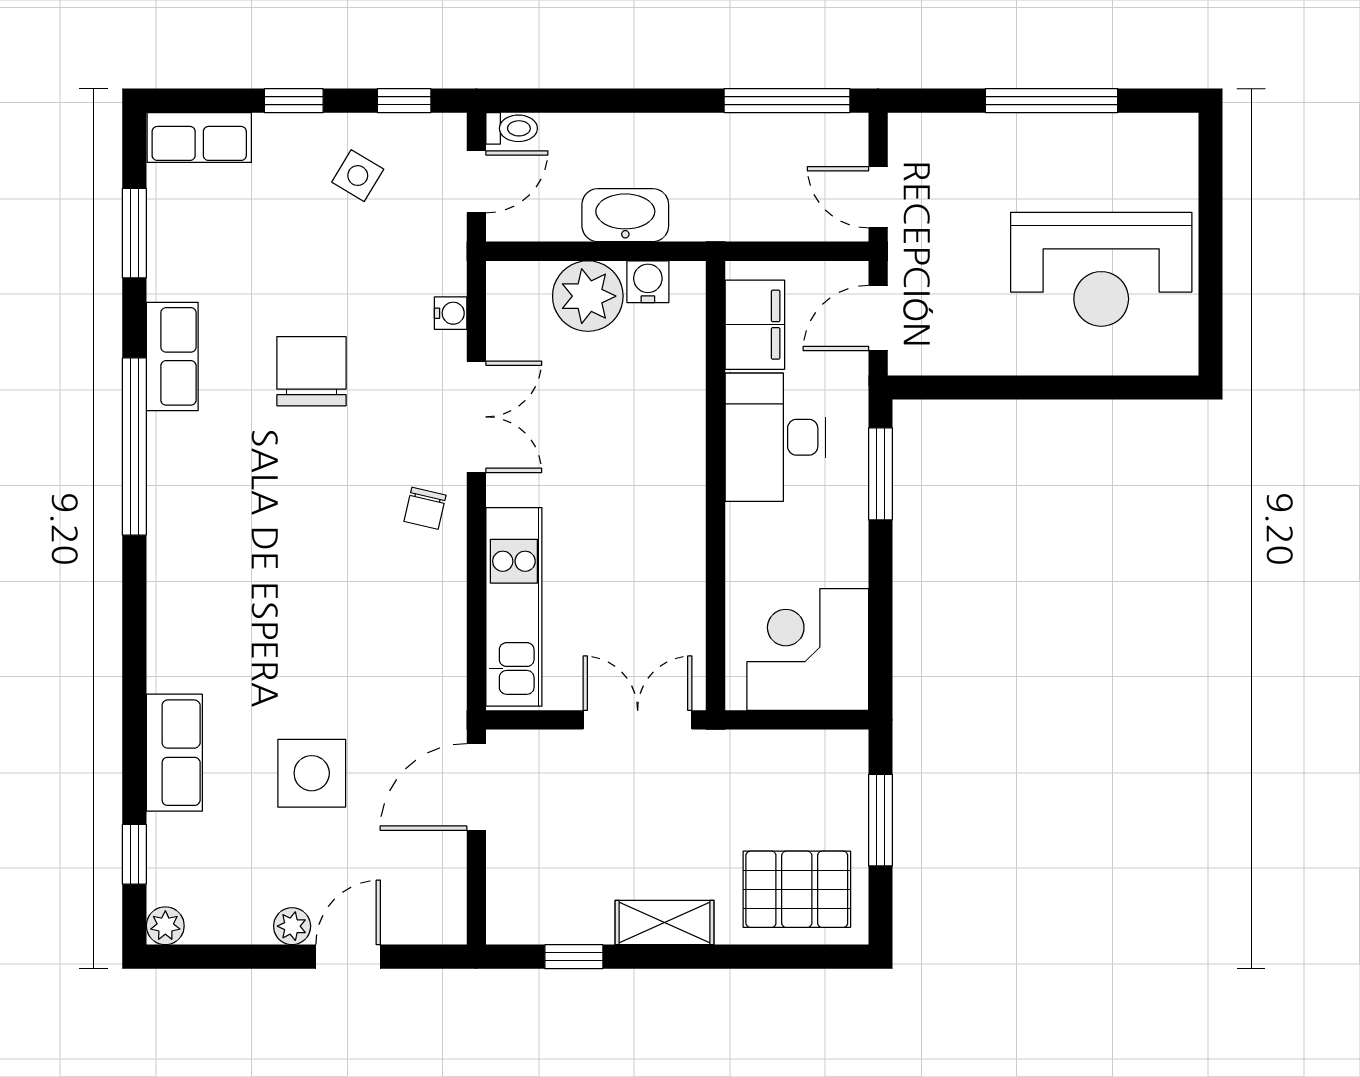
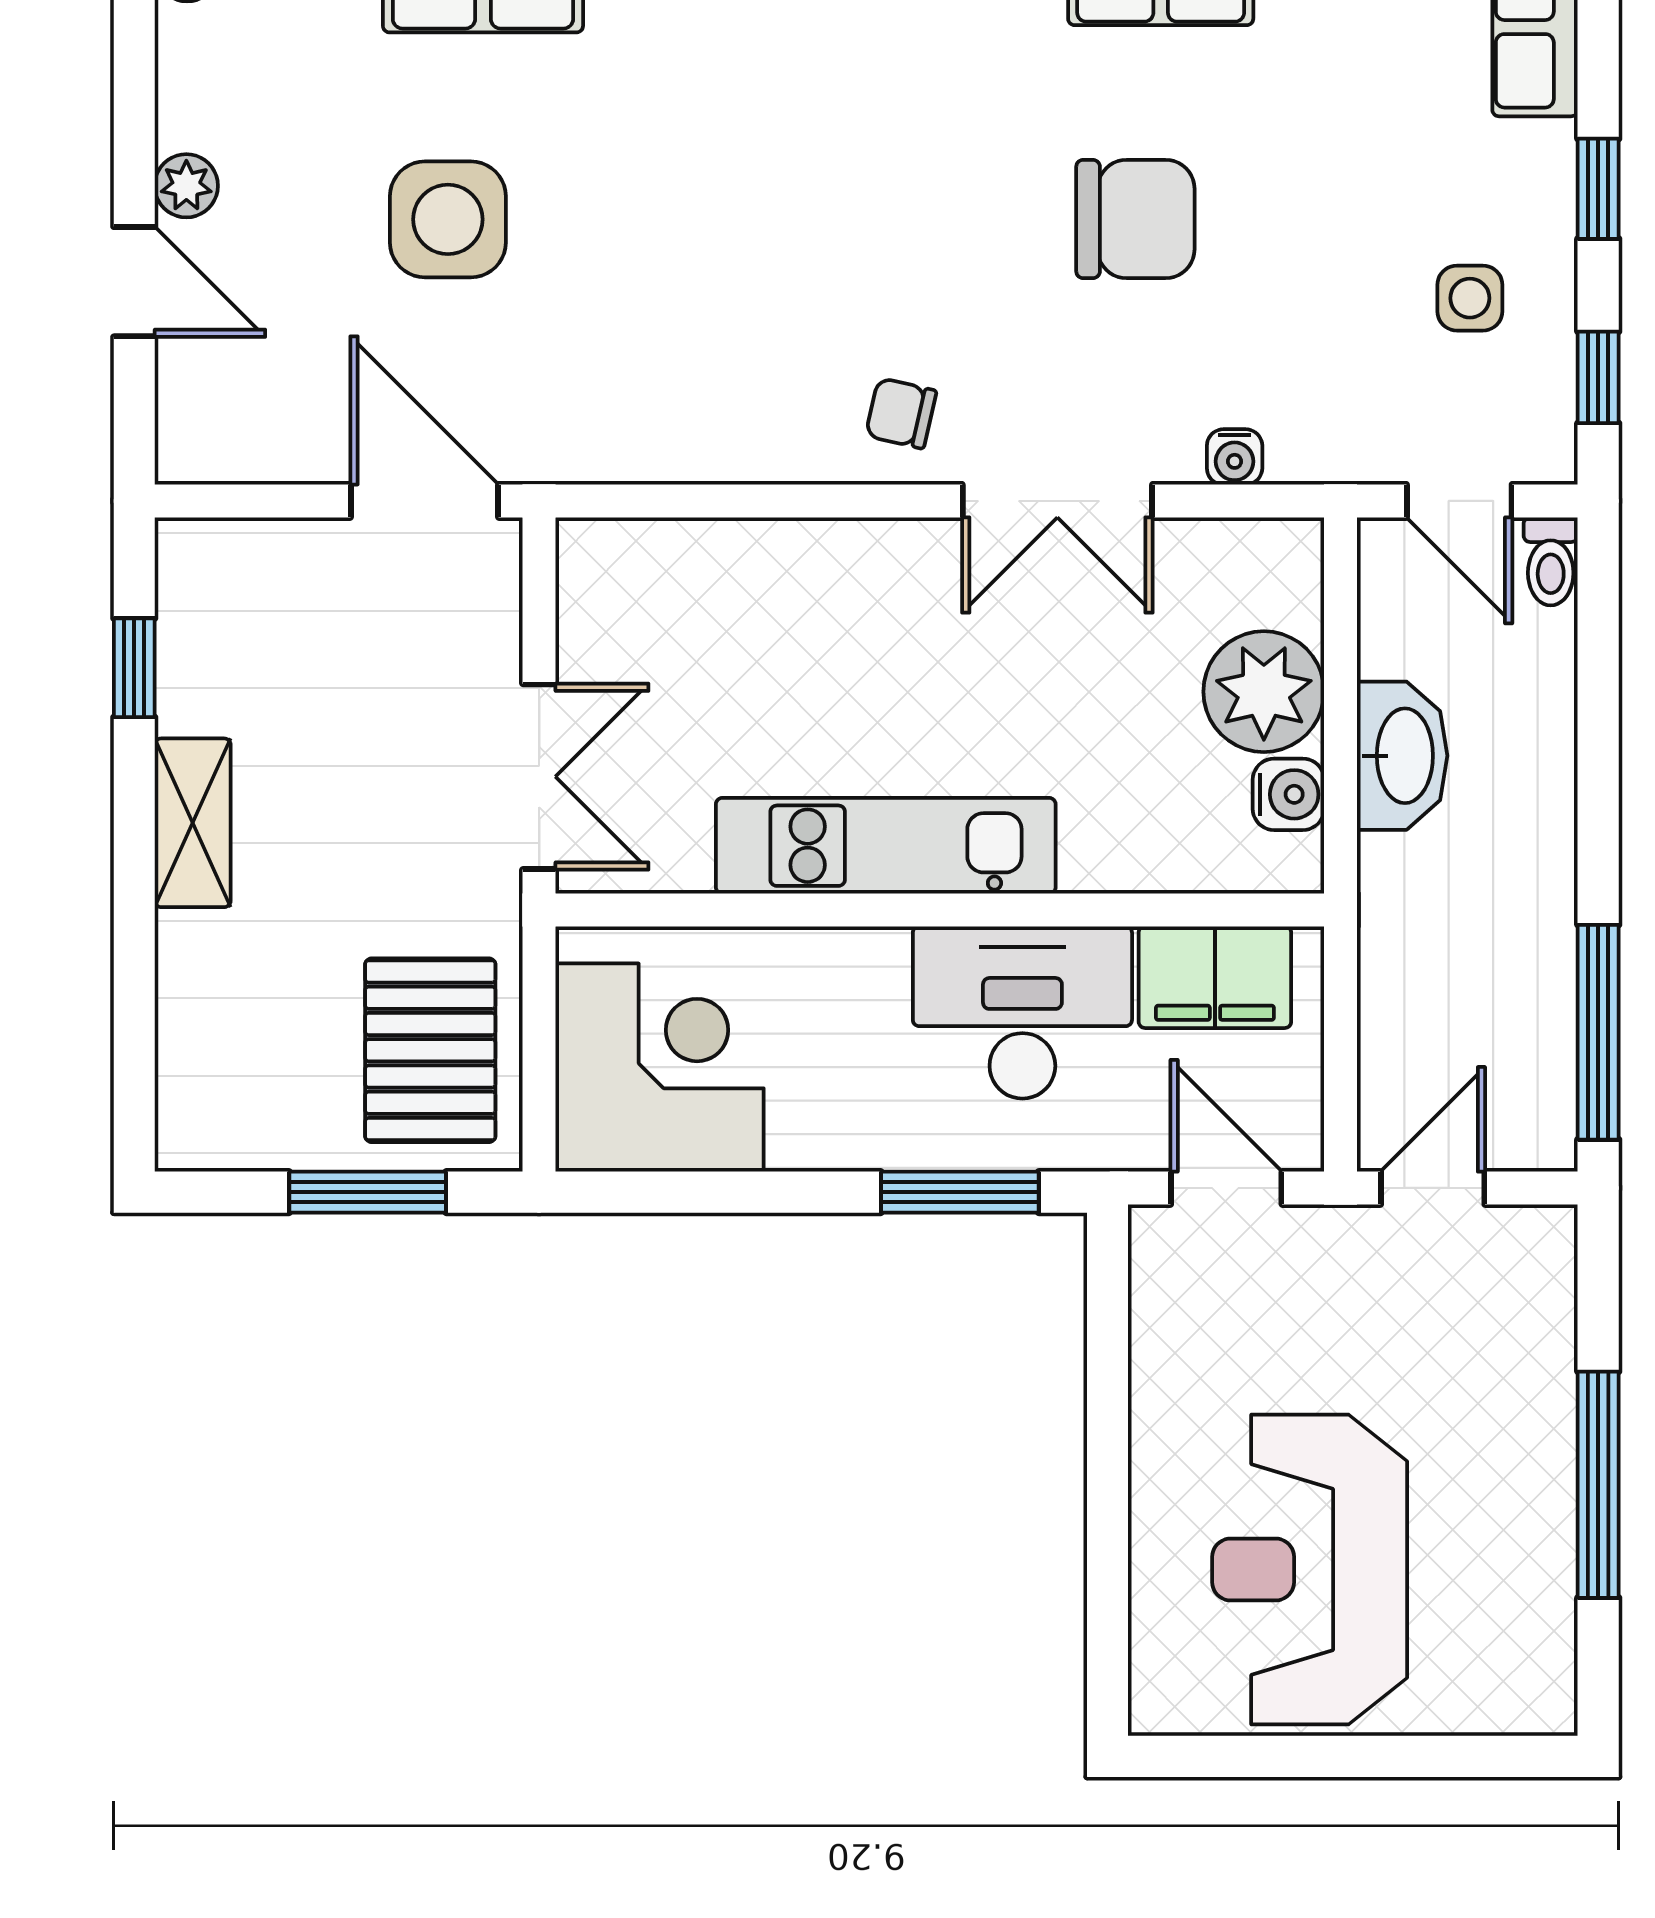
side table: (358, 176) -> (1470, 298), turned -31
kitchen unit: (514, 607) -> (886, 846), moved, turned 180
pallet: (797, 889) -> (430, 1050), moved

